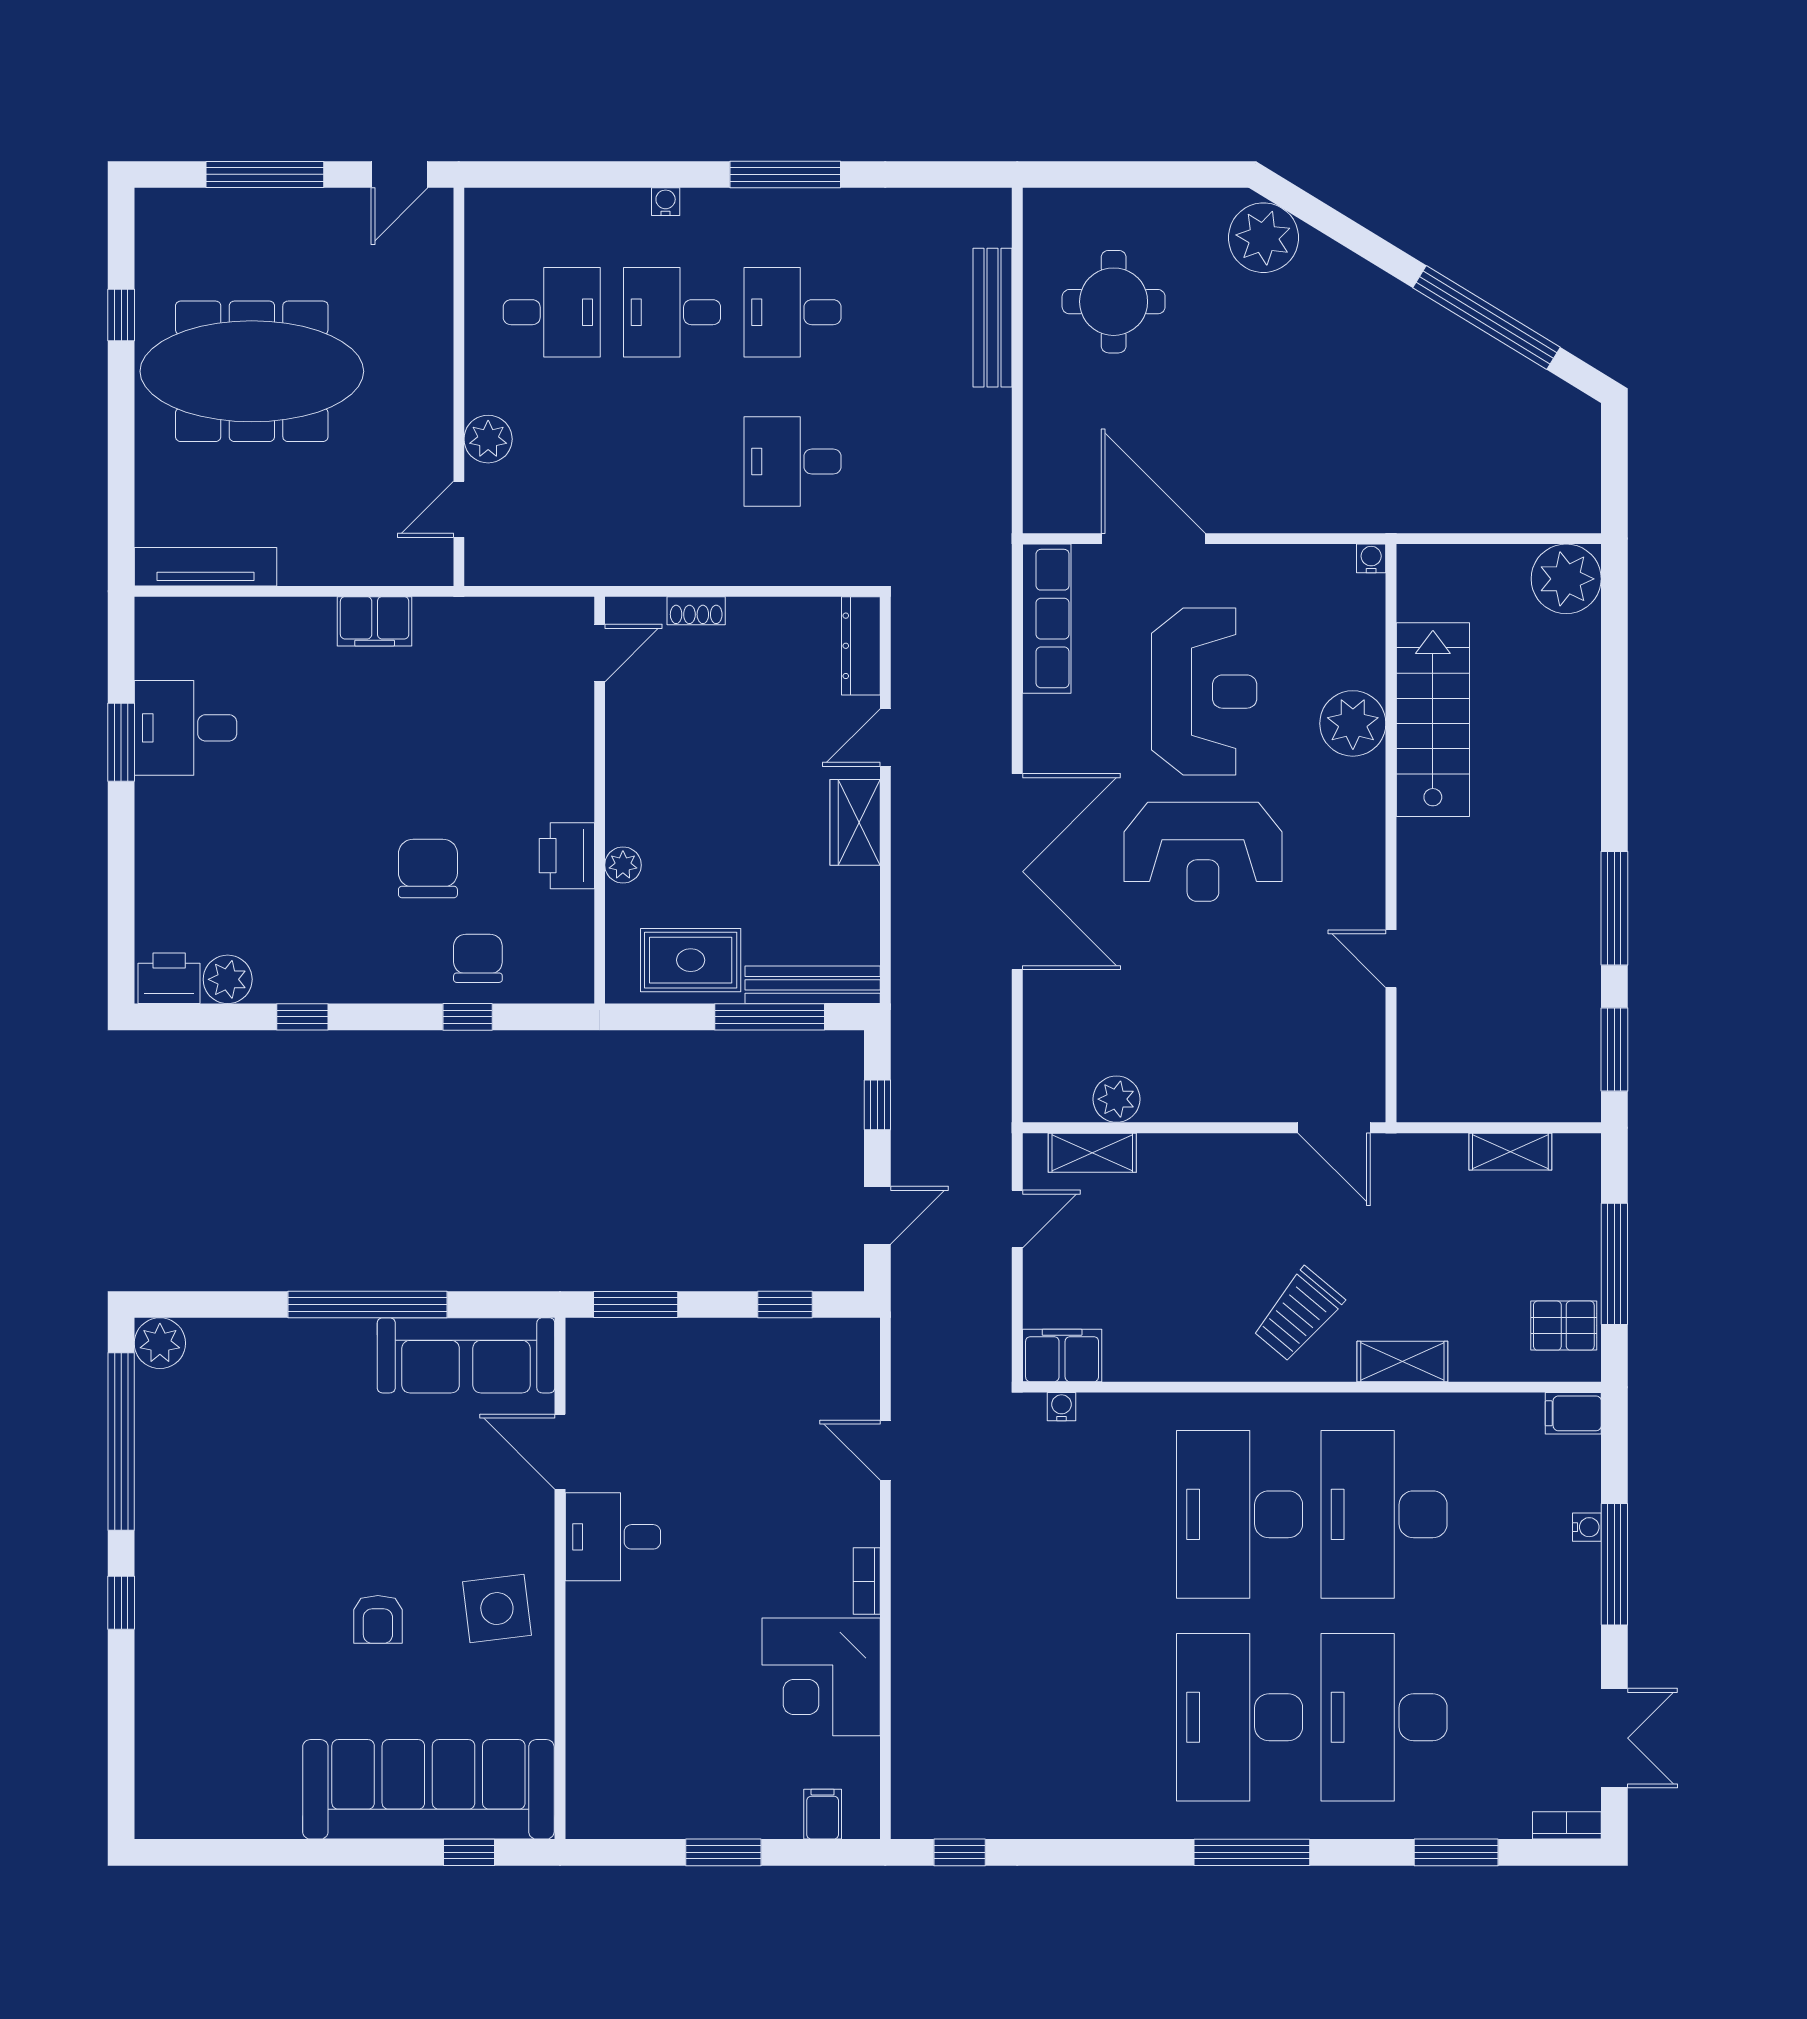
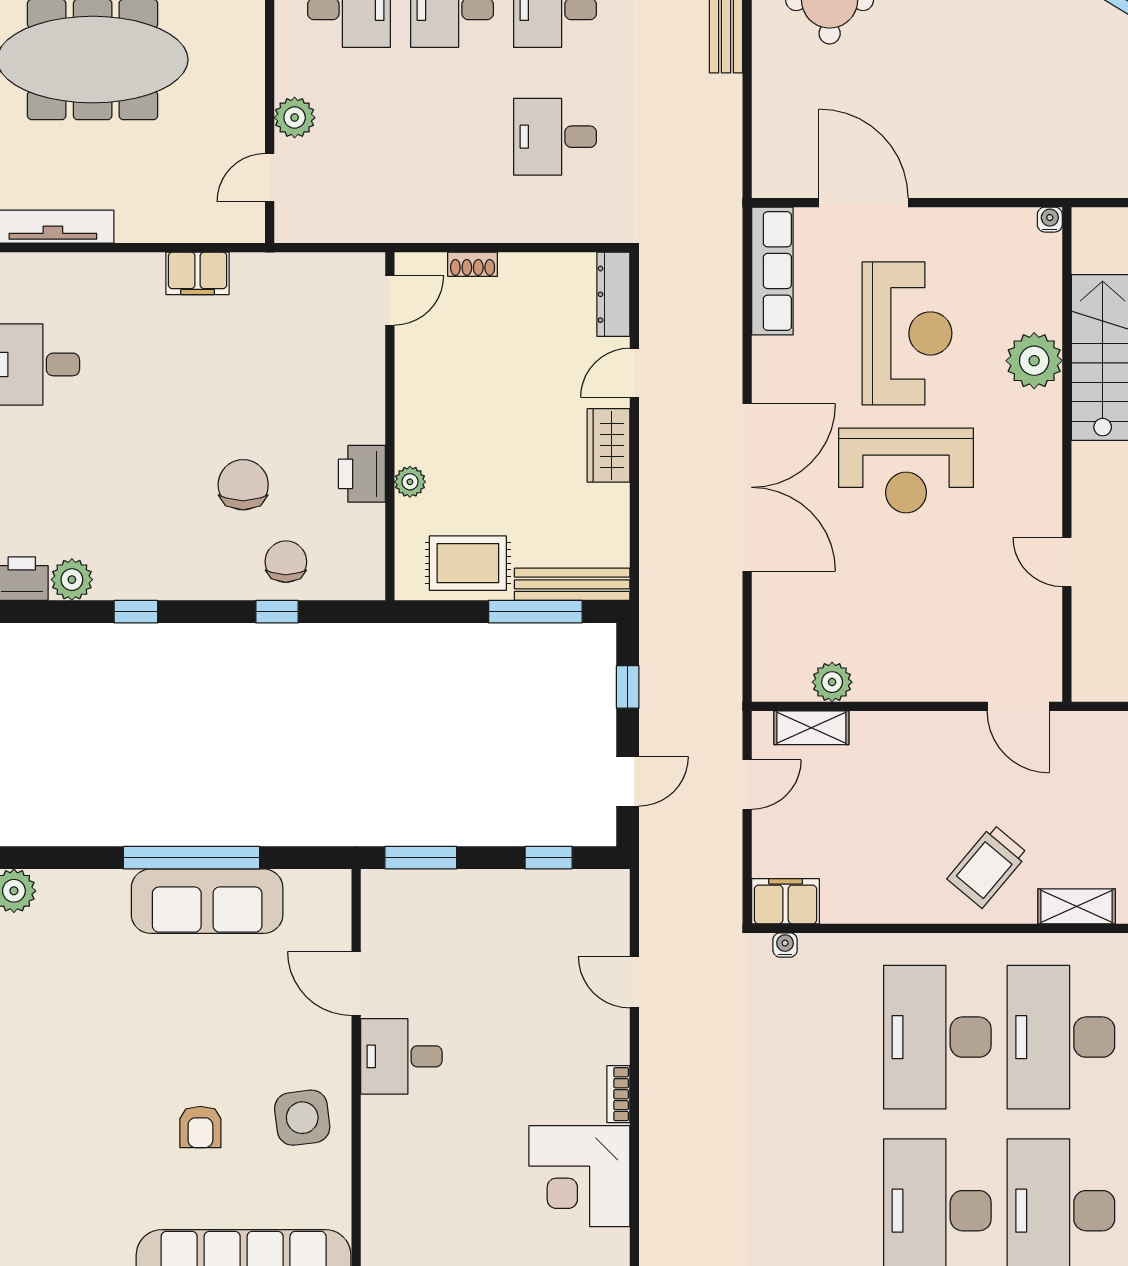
sofa: (466, 1355) -> (207, 901), moved

